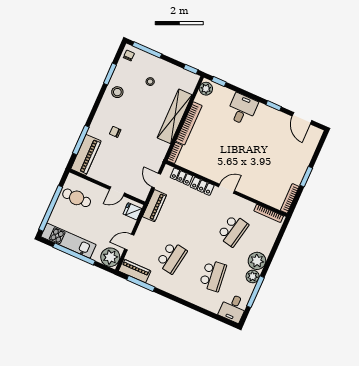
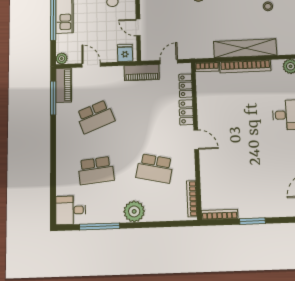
plant: (110, 257) -> (62, 59), width x0.53, depth x0.53
school desk: (171, 257) -> (95, 117), turned -30
plant: (253, 276) -> (115, 215), removed

